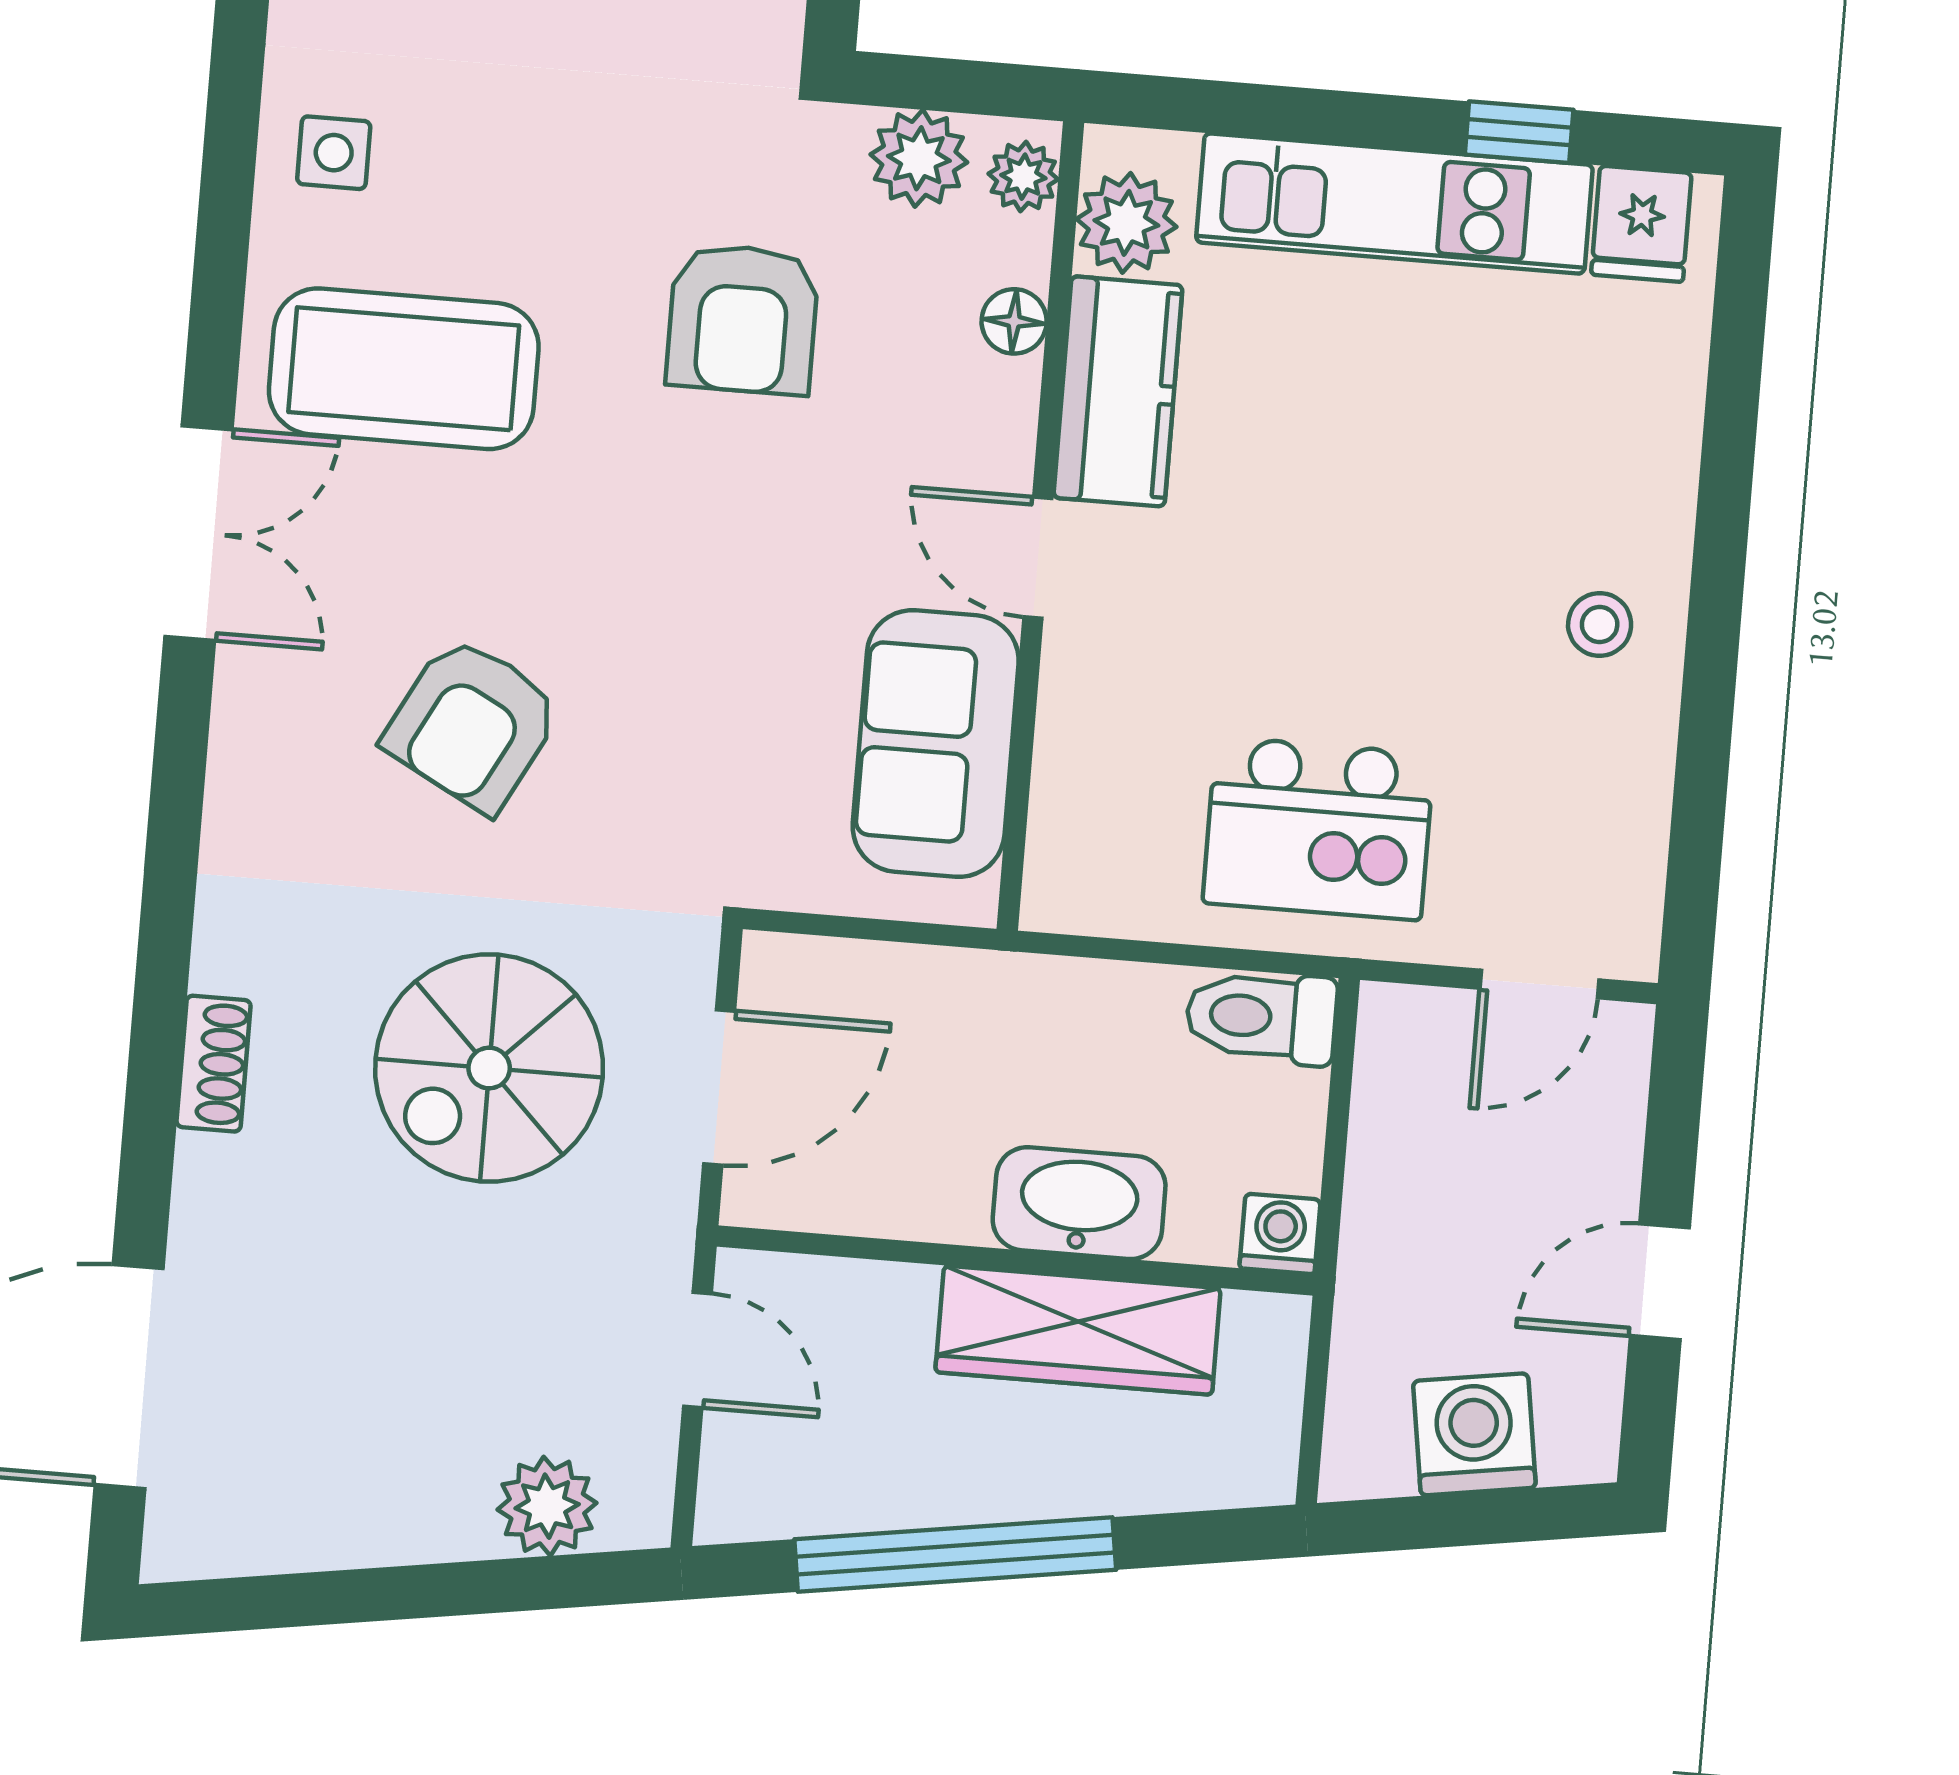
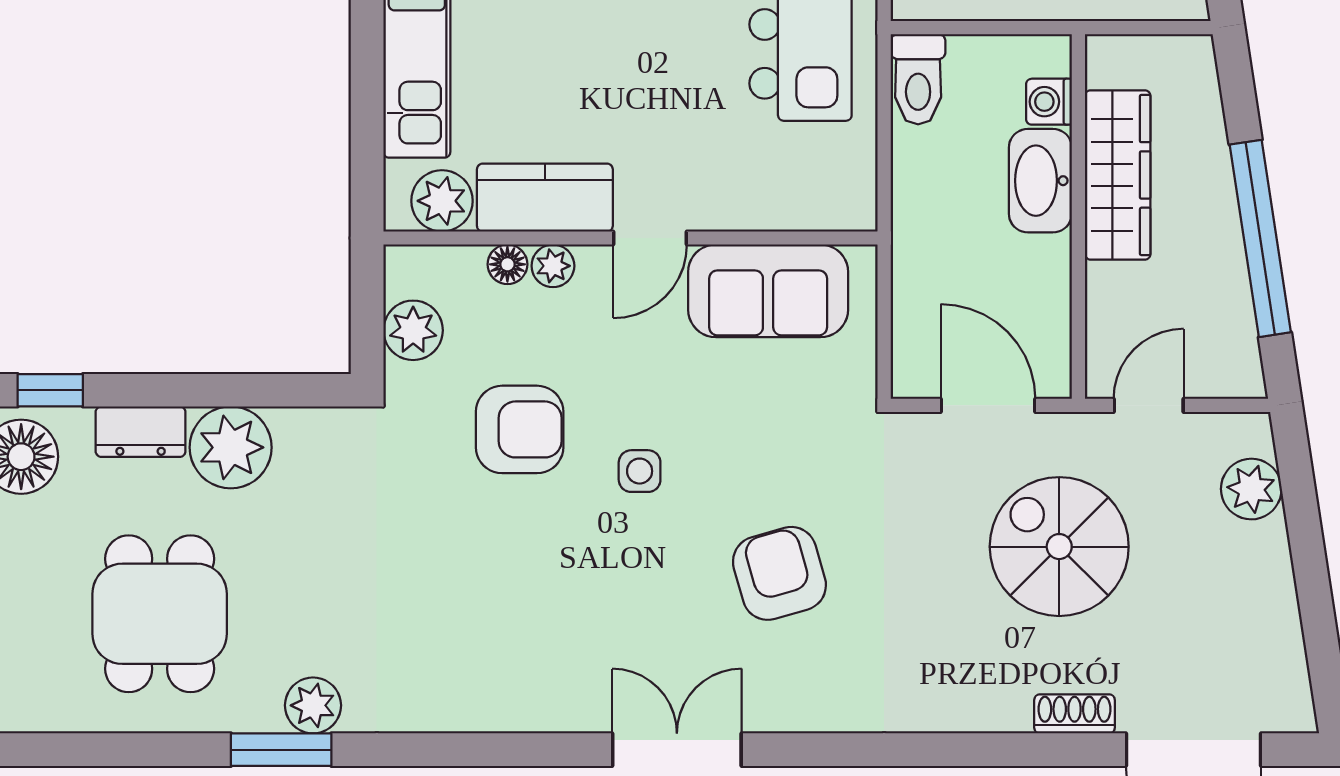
side table: (334, 153) -> (640, 471), moved
plant: (1023, 177) -> (553, 266), moved
coffee table: (404, 369) -> (567, 633), removed
armchair: (472, 724) -> (779, 573), turned -134
shoe rack: (214, 1064) -> (1075, 714), moved
spiral stairs: (489, 1068) -> (1059, 547), moved, turned 180
washing machine: (1280, 1234) -> (1049, 102), moved

